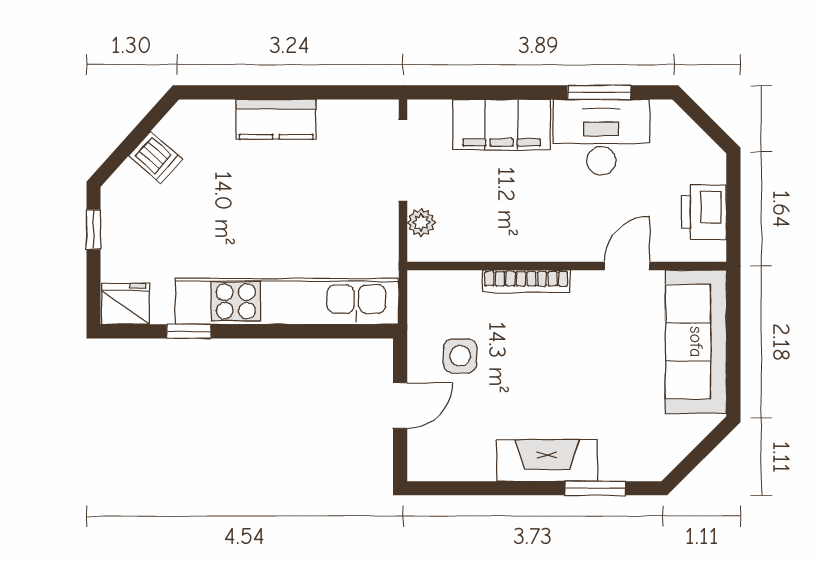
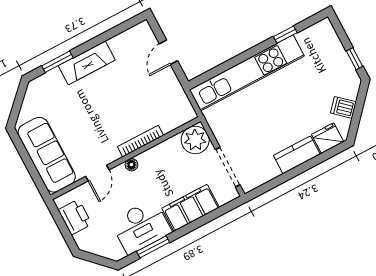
plant: (421, 222) -> (195, 140), width x1.87, depth x1.87
floor lamp: (562, 250) -> (131, 165), added
fridge: (125, 304) -> (328, 138), moved, turned 180
side table: (460, 356) -> (153, 90), removed

